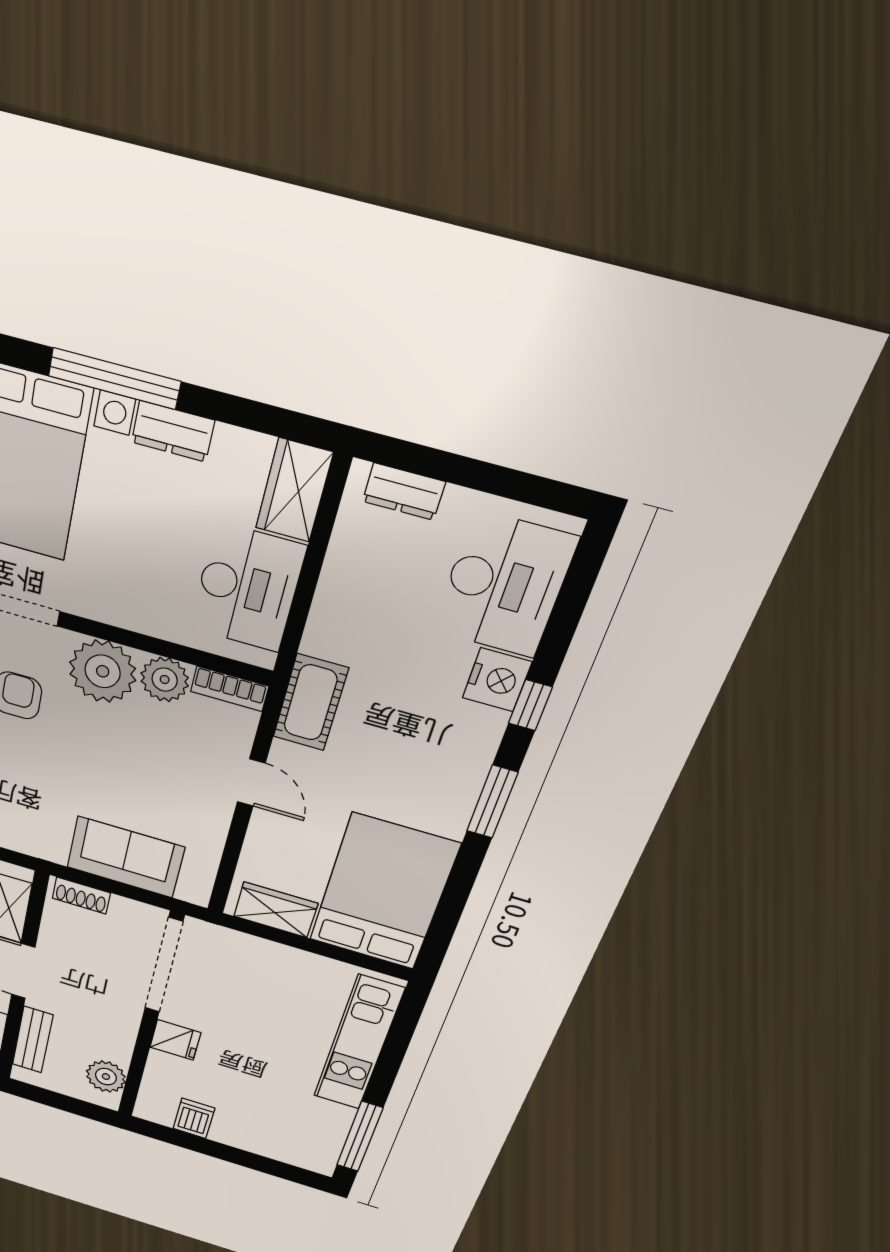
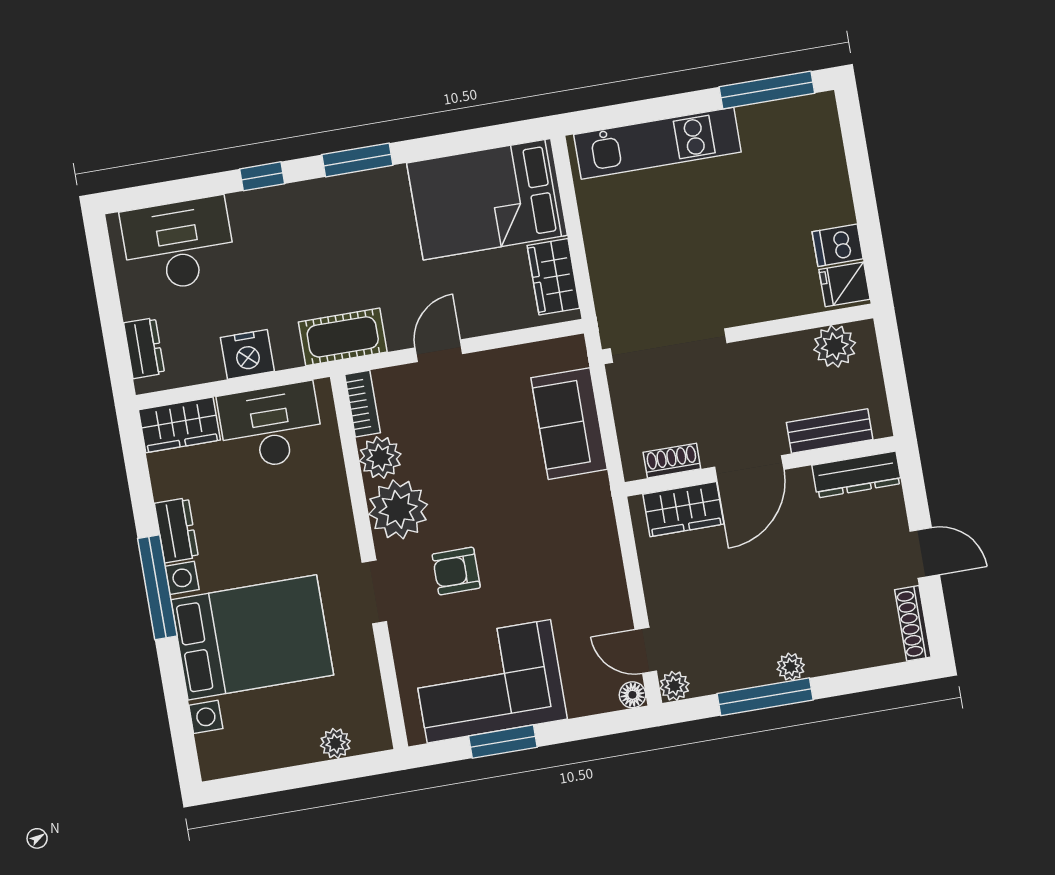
nightstand: (497, 680) -> (247, 354), moved, turned 180
shoe rack: (81, 896) -> (672, 461), moved, turned -90
fridge: (175, 1040) -> (844, 284), moved, turned -90

